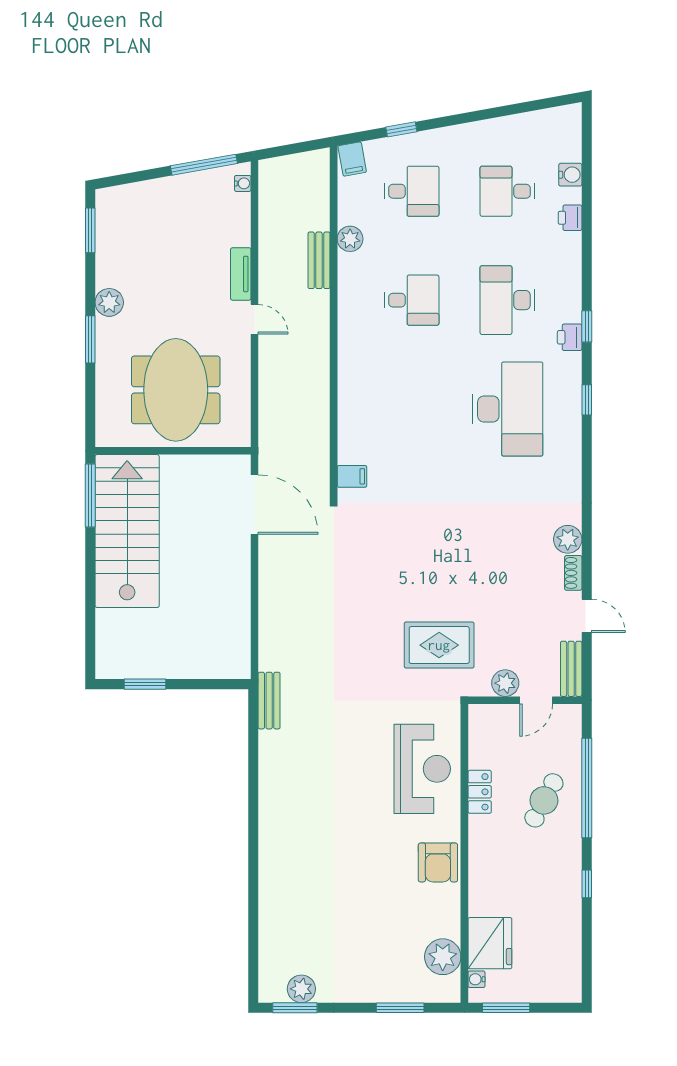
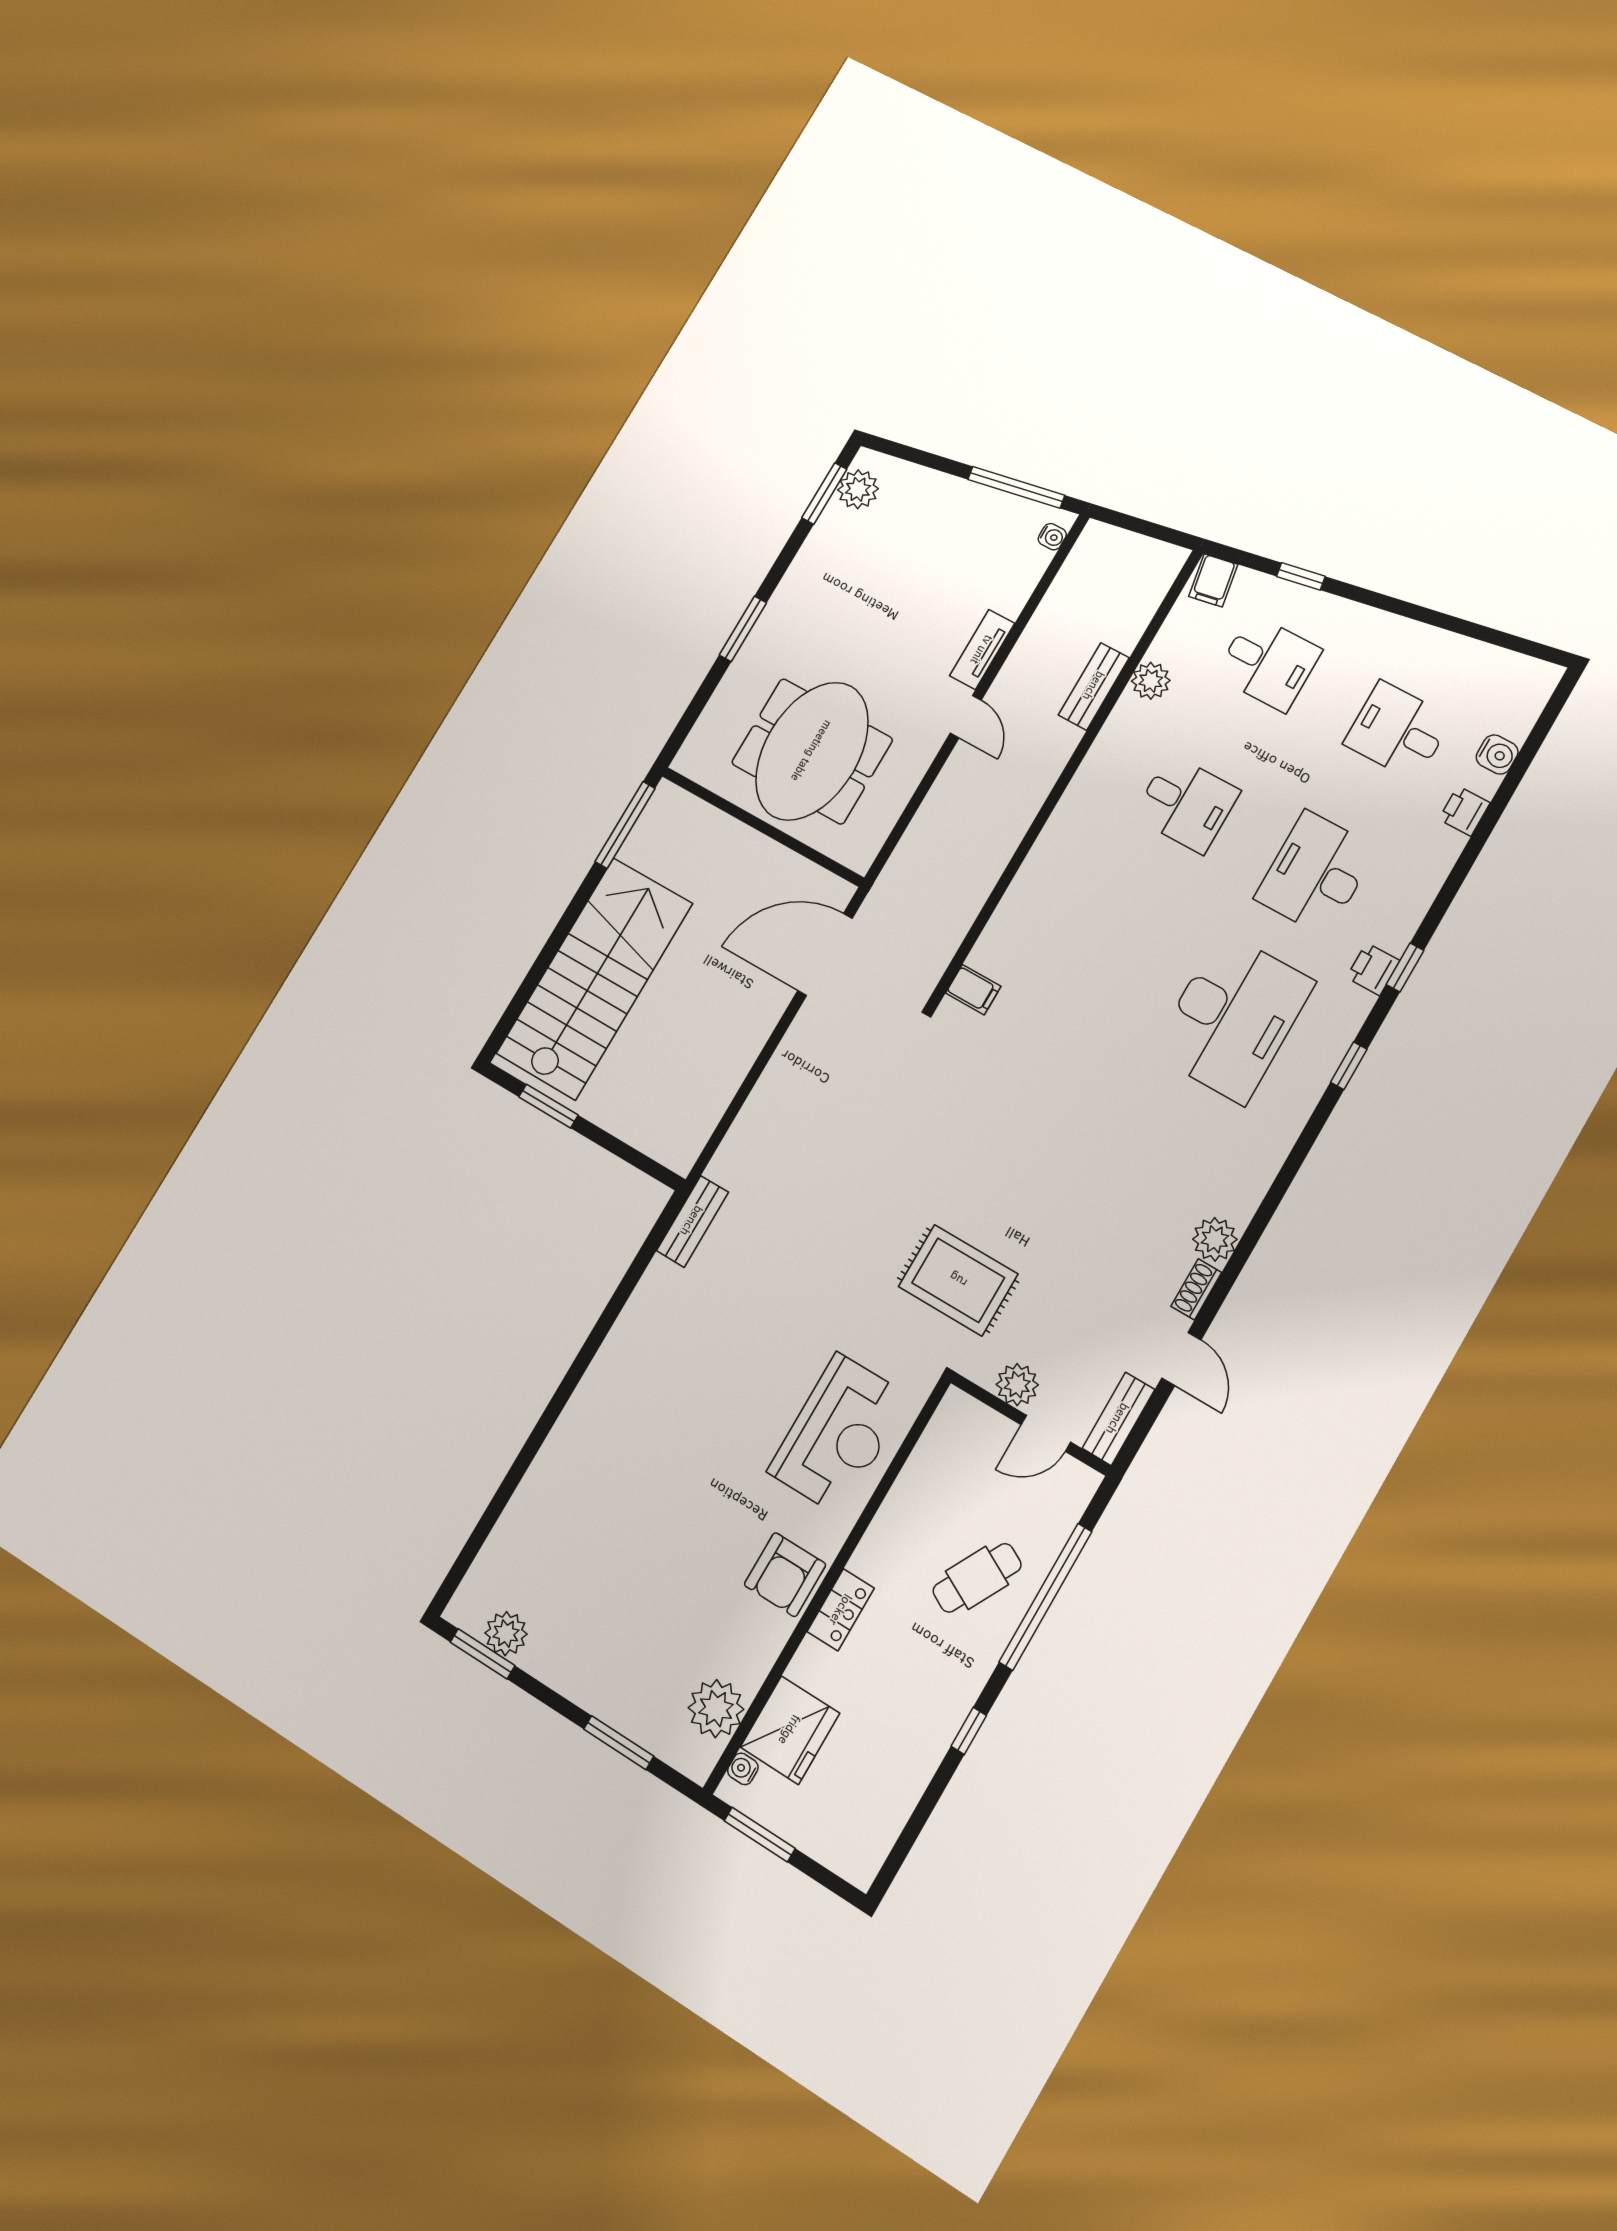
plant: (109, 302) -> (858, 489), moved
door: (255, 505) -> (825, 954), swing flipped
stairs: (127, 531) -> (595, 978), moved
locker: (480, 792) -> (841, 1610), moved

